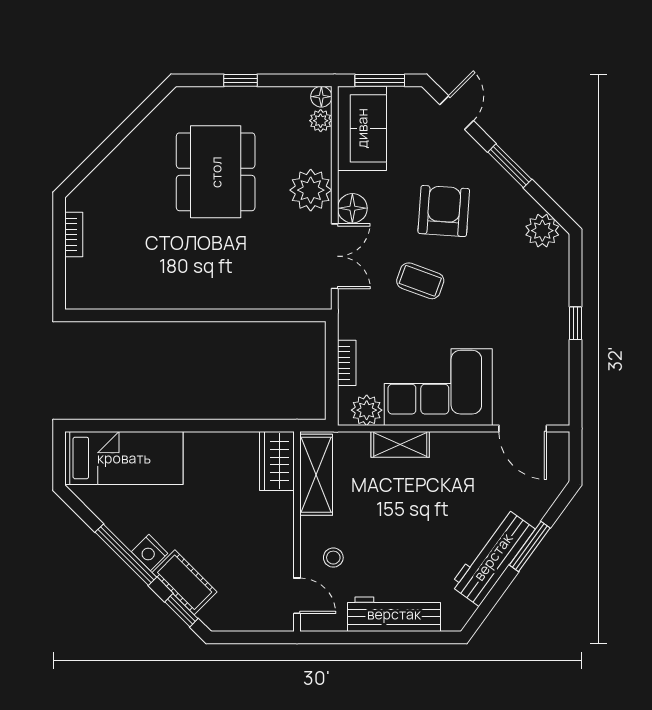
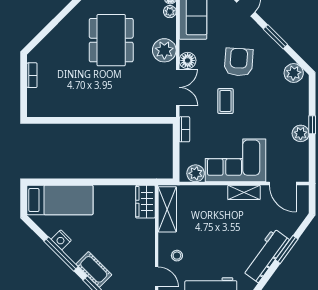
coffee table: (420, 281) -> (225, 101), turned 70
plant: (555, 339) -> (301, 133), added
bookcase: (347, 363) -> (184, 129), moved
shelving: (400, 444) -> (244, 192), moved
nightstand: (150, 553) -> (61, 240), moved

